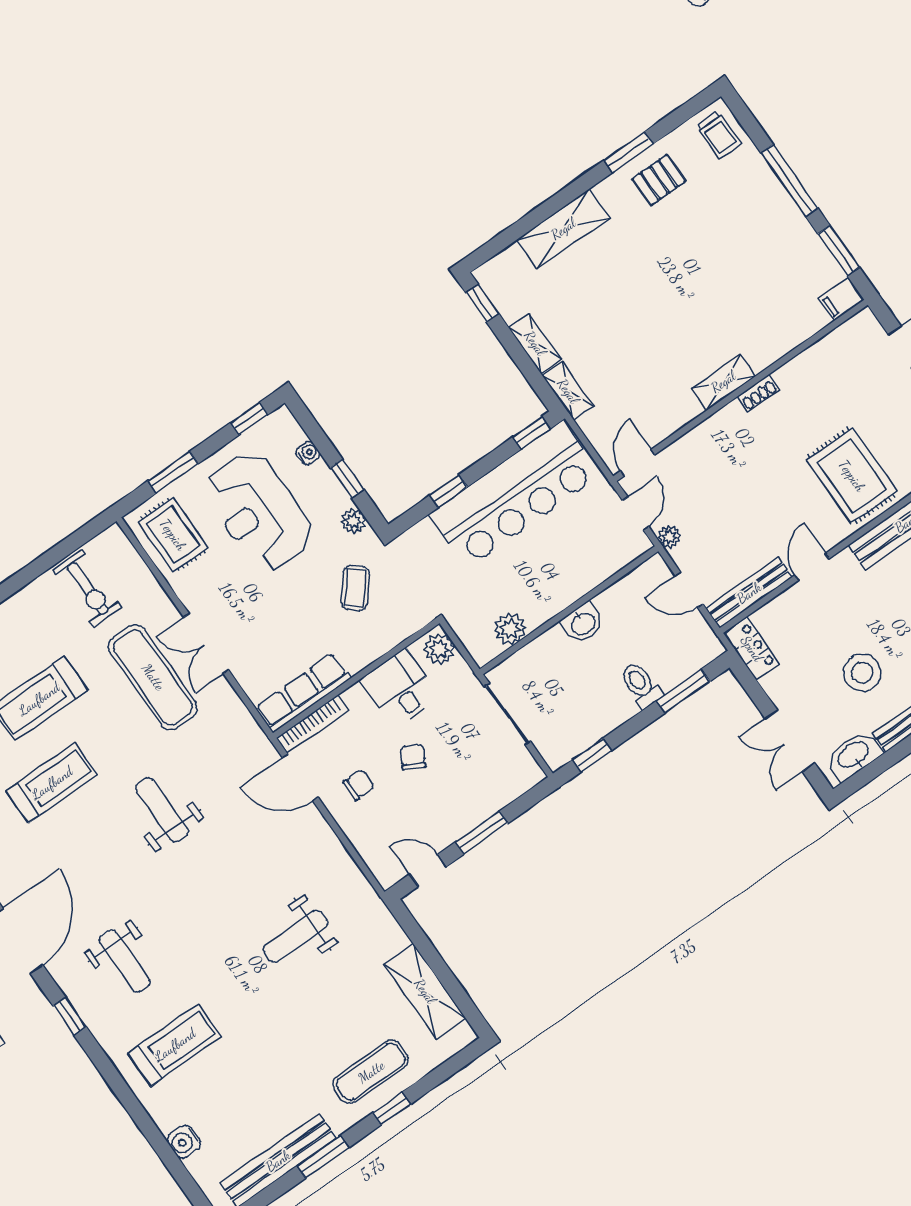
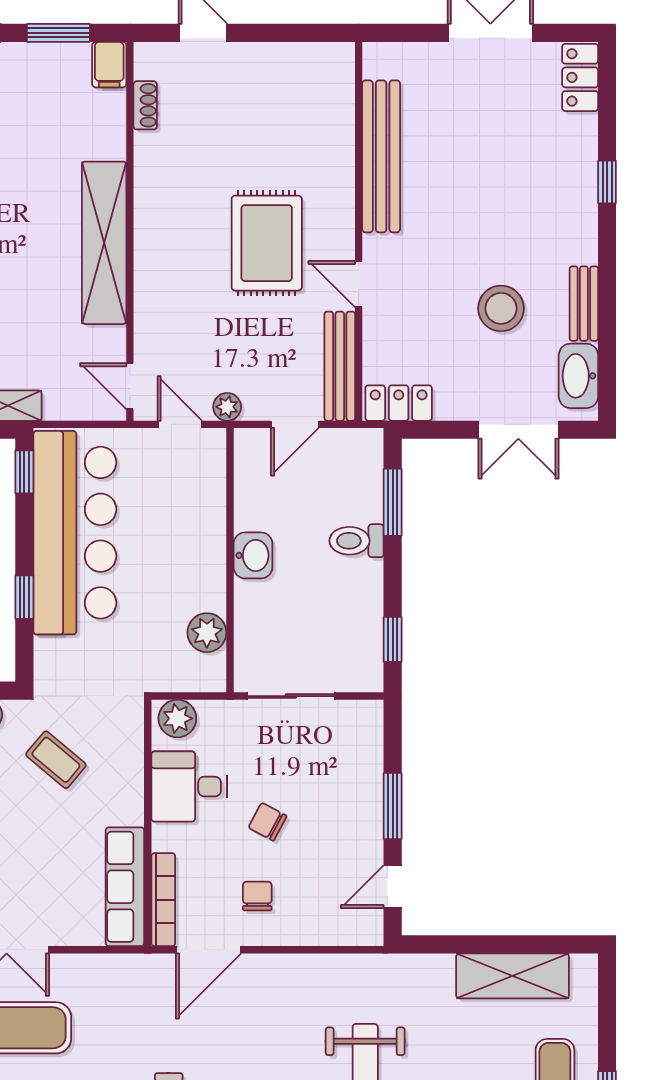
shelving: (723, 382) -> (104, 243), width x2.20, depth x1.33
shoe rack: (758, 393) -> (145, 105), moved
rug: (852, 476) -> (267, 243), moved, turned 90

